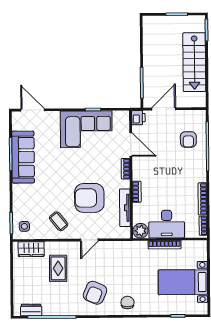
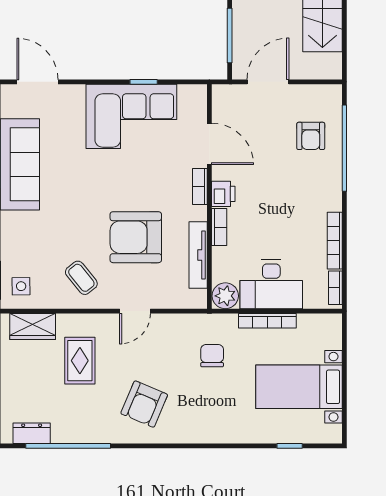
printer: (138, 118) -> (223, 194), moved
chair: (127, 303) -> (212, 356), moved

